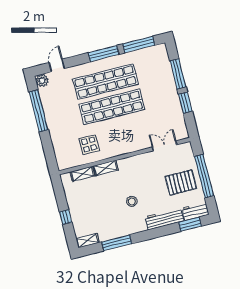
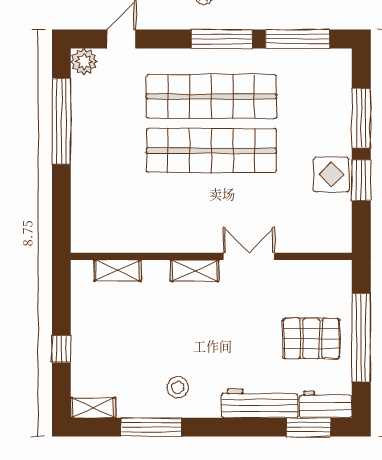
display table: (89, 145) -> (331, 175), moved
double door: (165, 146) -> (249, 256), moved
shelving: (106, 168) -> (195, 271), moved
stool: (132, 201) -> (178, 387), moved

